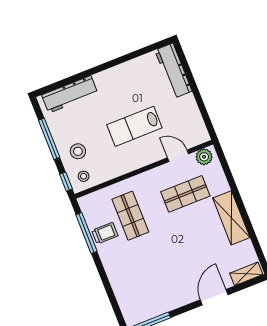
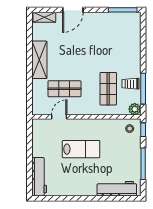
stool: (78, 151) -> (127, 147), removed
door: (178, 156) -> (59, 117), swing flipped
plant: (204, 157) -> (135, 109), moved

